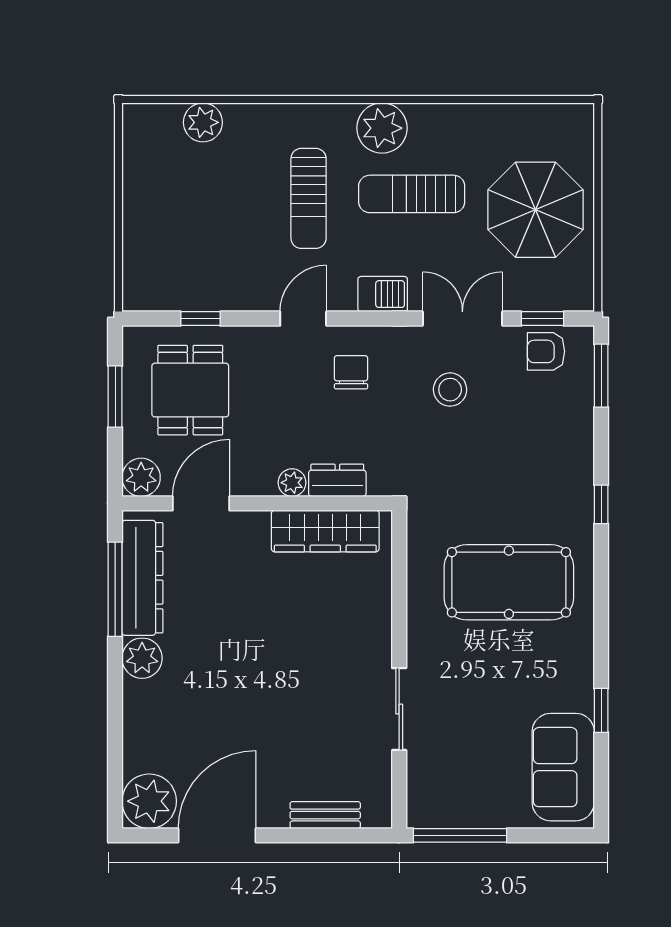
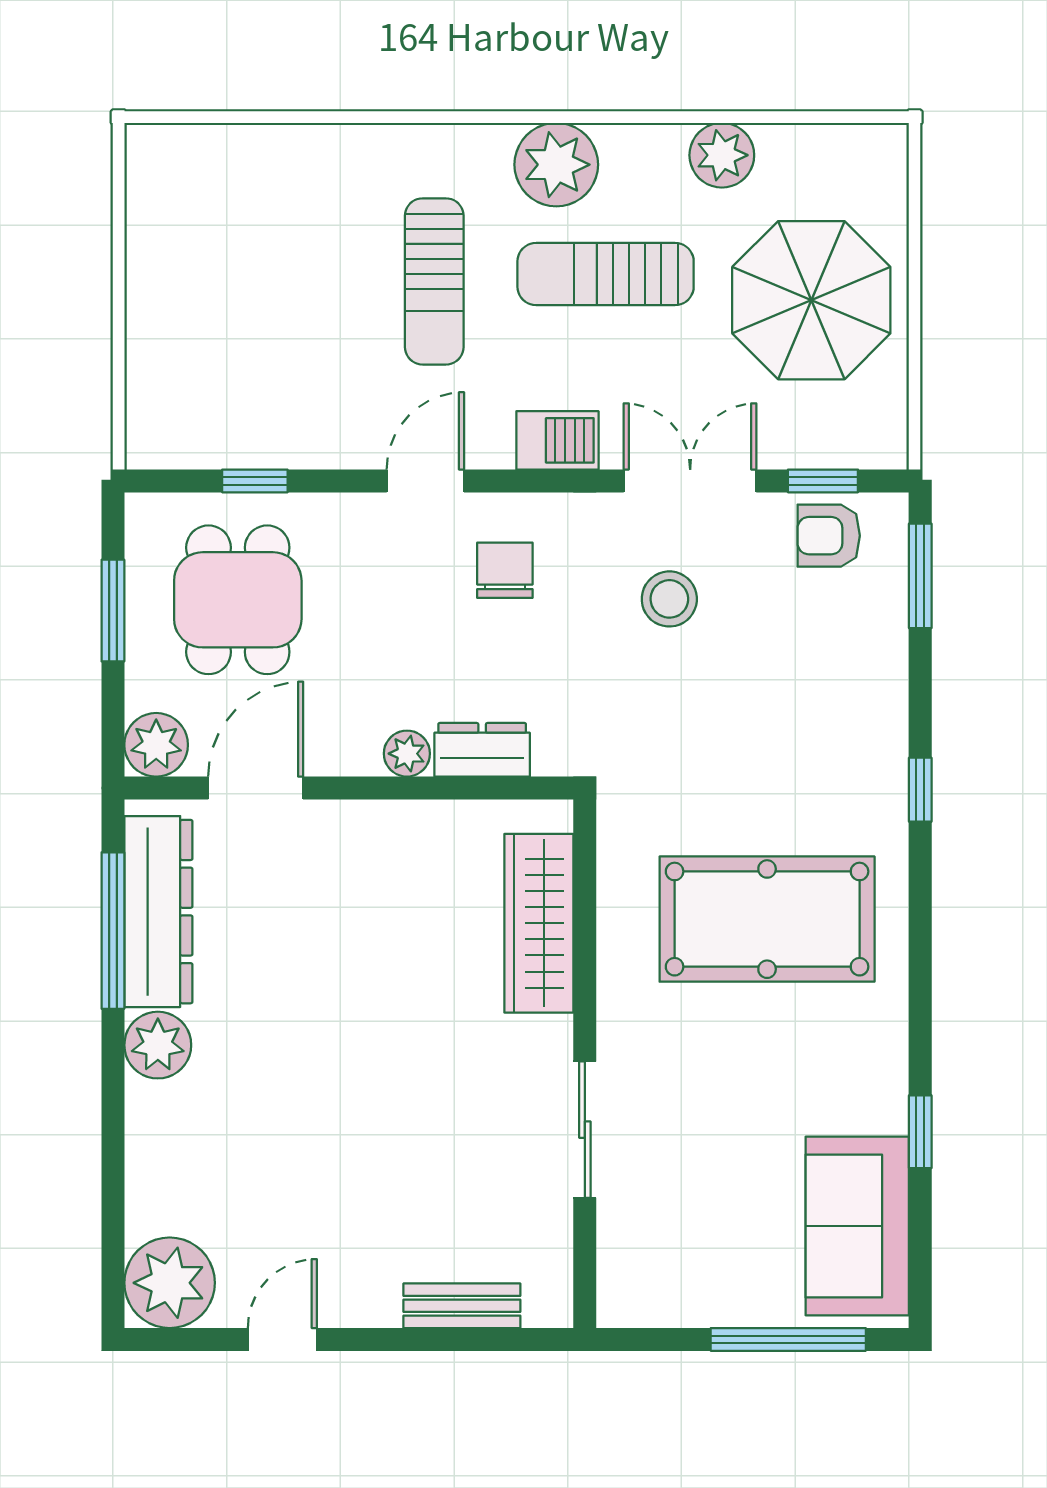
plant: (203, 122) -> (722, 155), moved
wardrobe: (325, 531) -> (539, 923), moved, turned 90
door: (217, 835) -> (282, 1339), width x0.53
window: (460, 835) -> (788, 1339), moved

